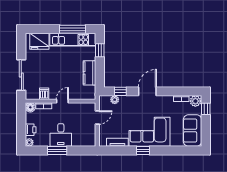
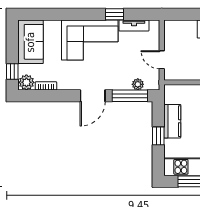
window: (100, 50) -> (158, 136), moved
window: (120, 91) -> (130, 96), width x2.17
door: (97, 117) -> (162, 60), hinge flipped
window: (143, 150) -> (114, 14), moved

